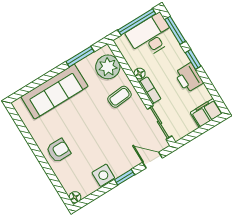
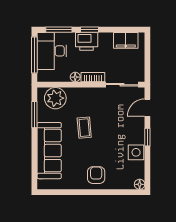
printer: (189, 78) -> (87, 41), moved
coffee table: (120, 97) -> (84, 128), moved
filing cabinet: (206, 113) -> (126, 40), moved, turned -90

